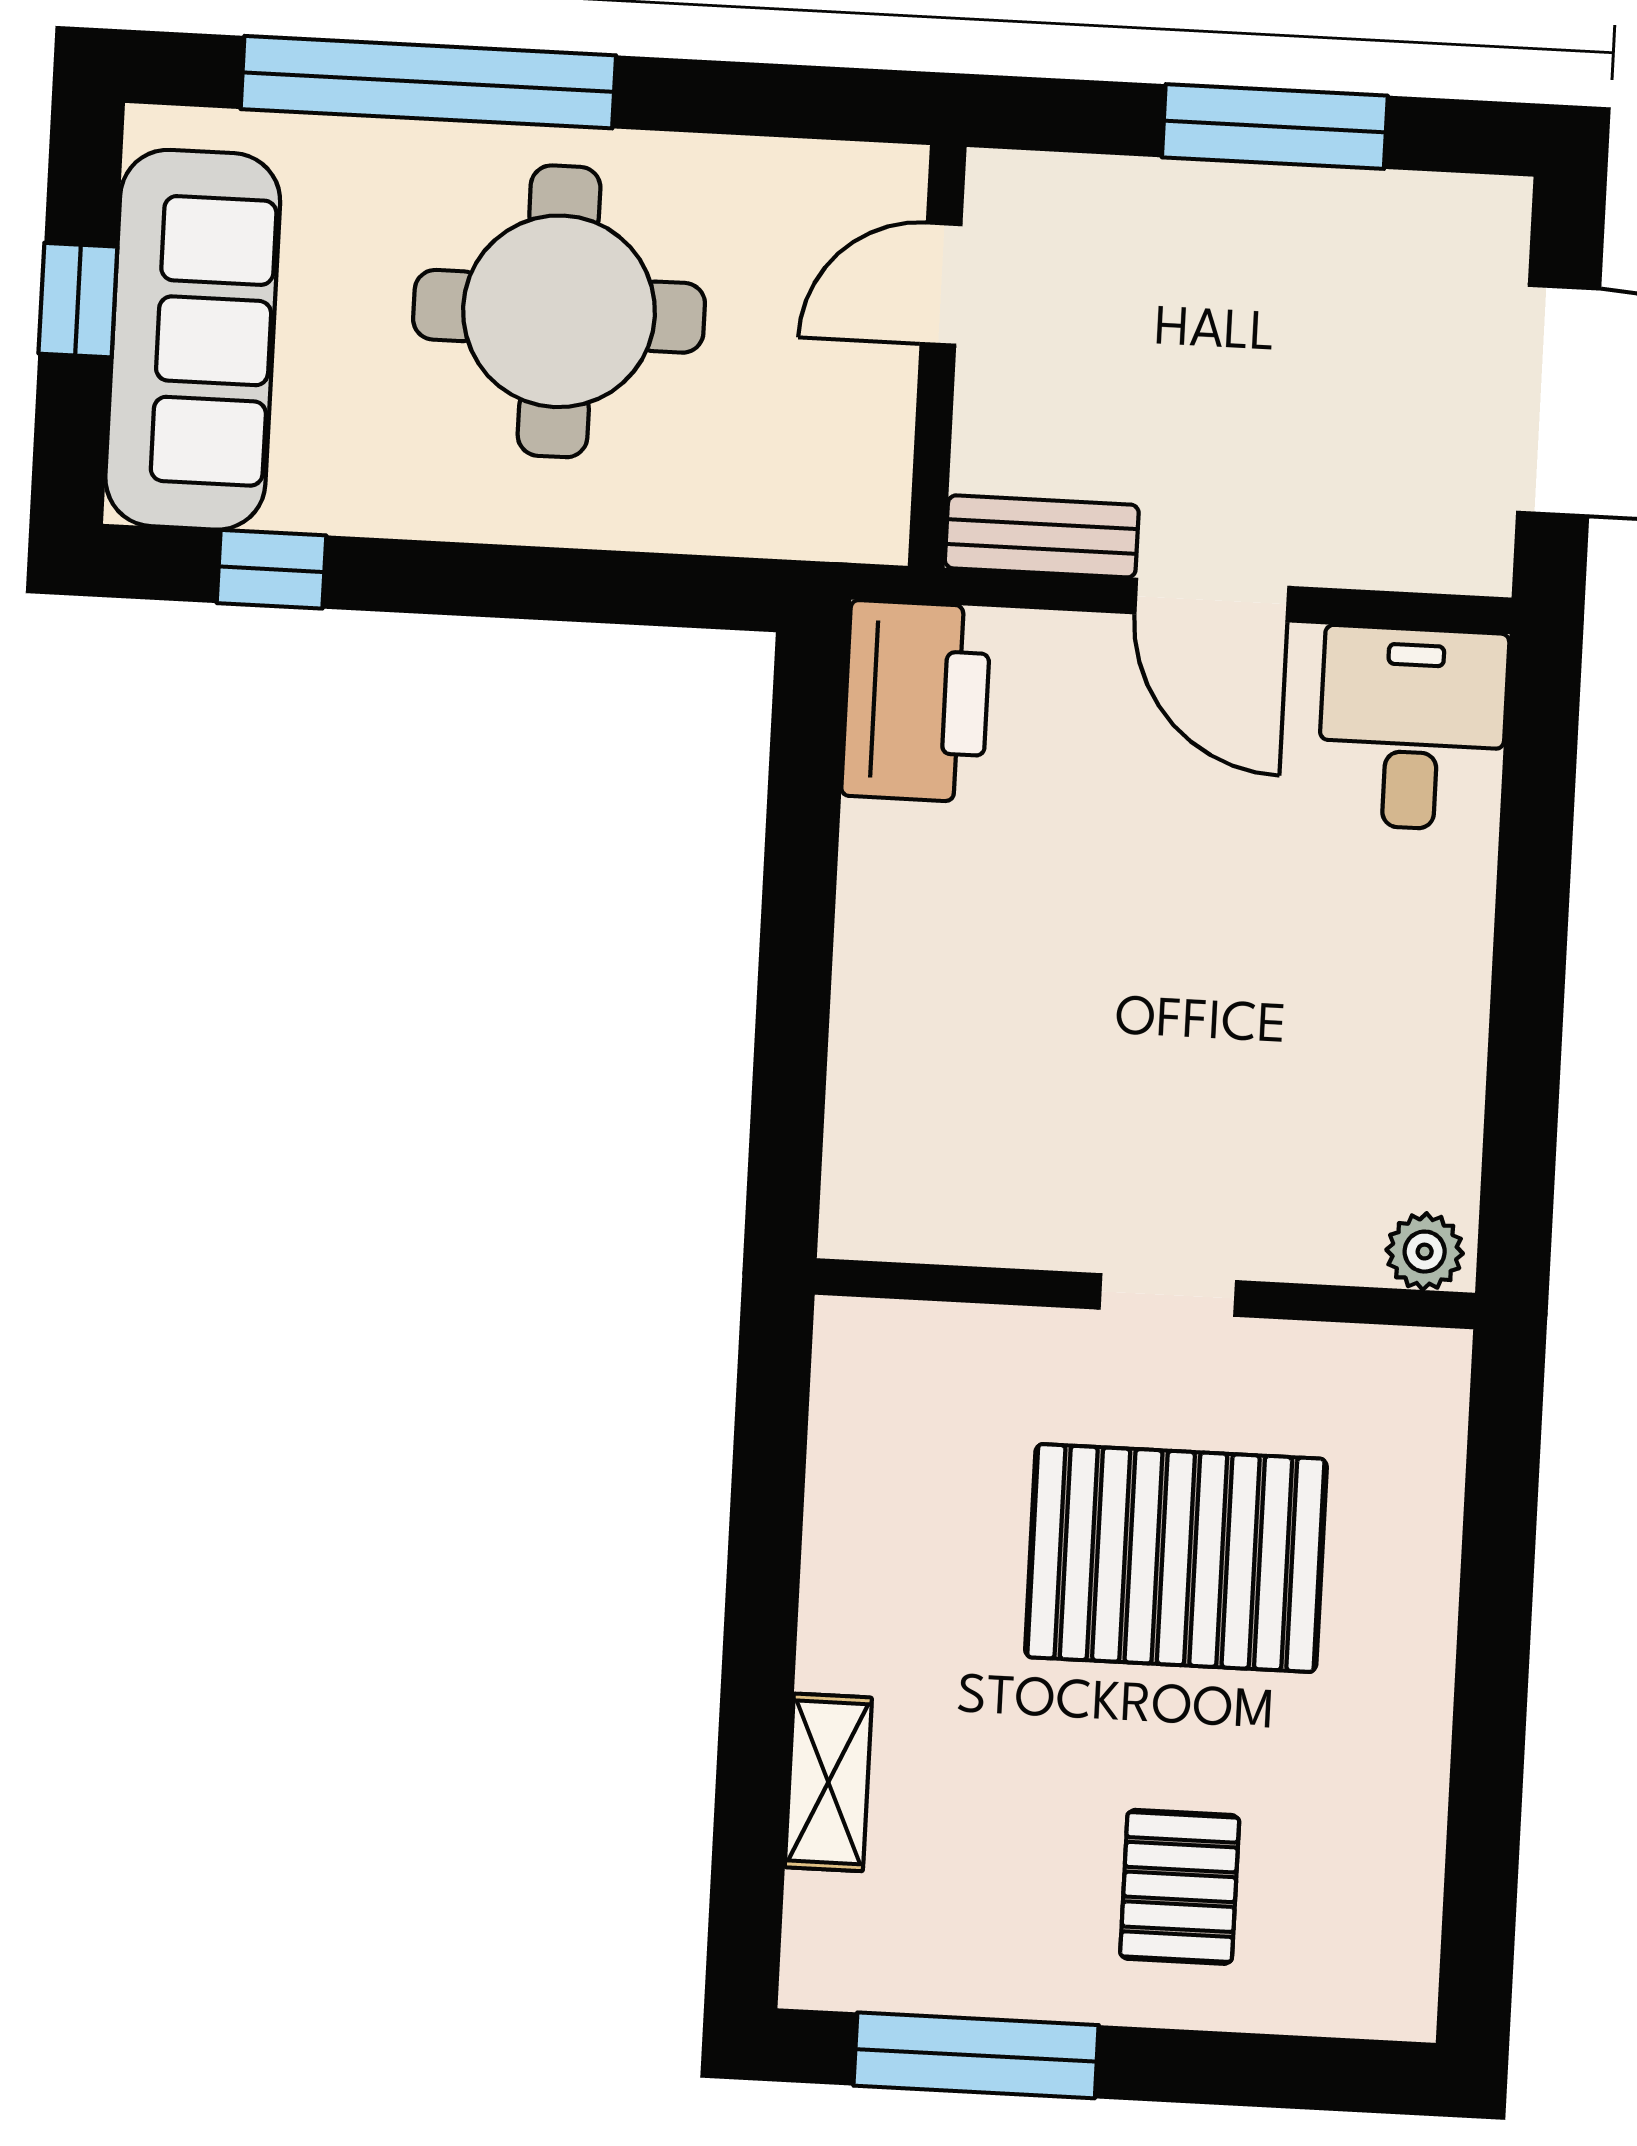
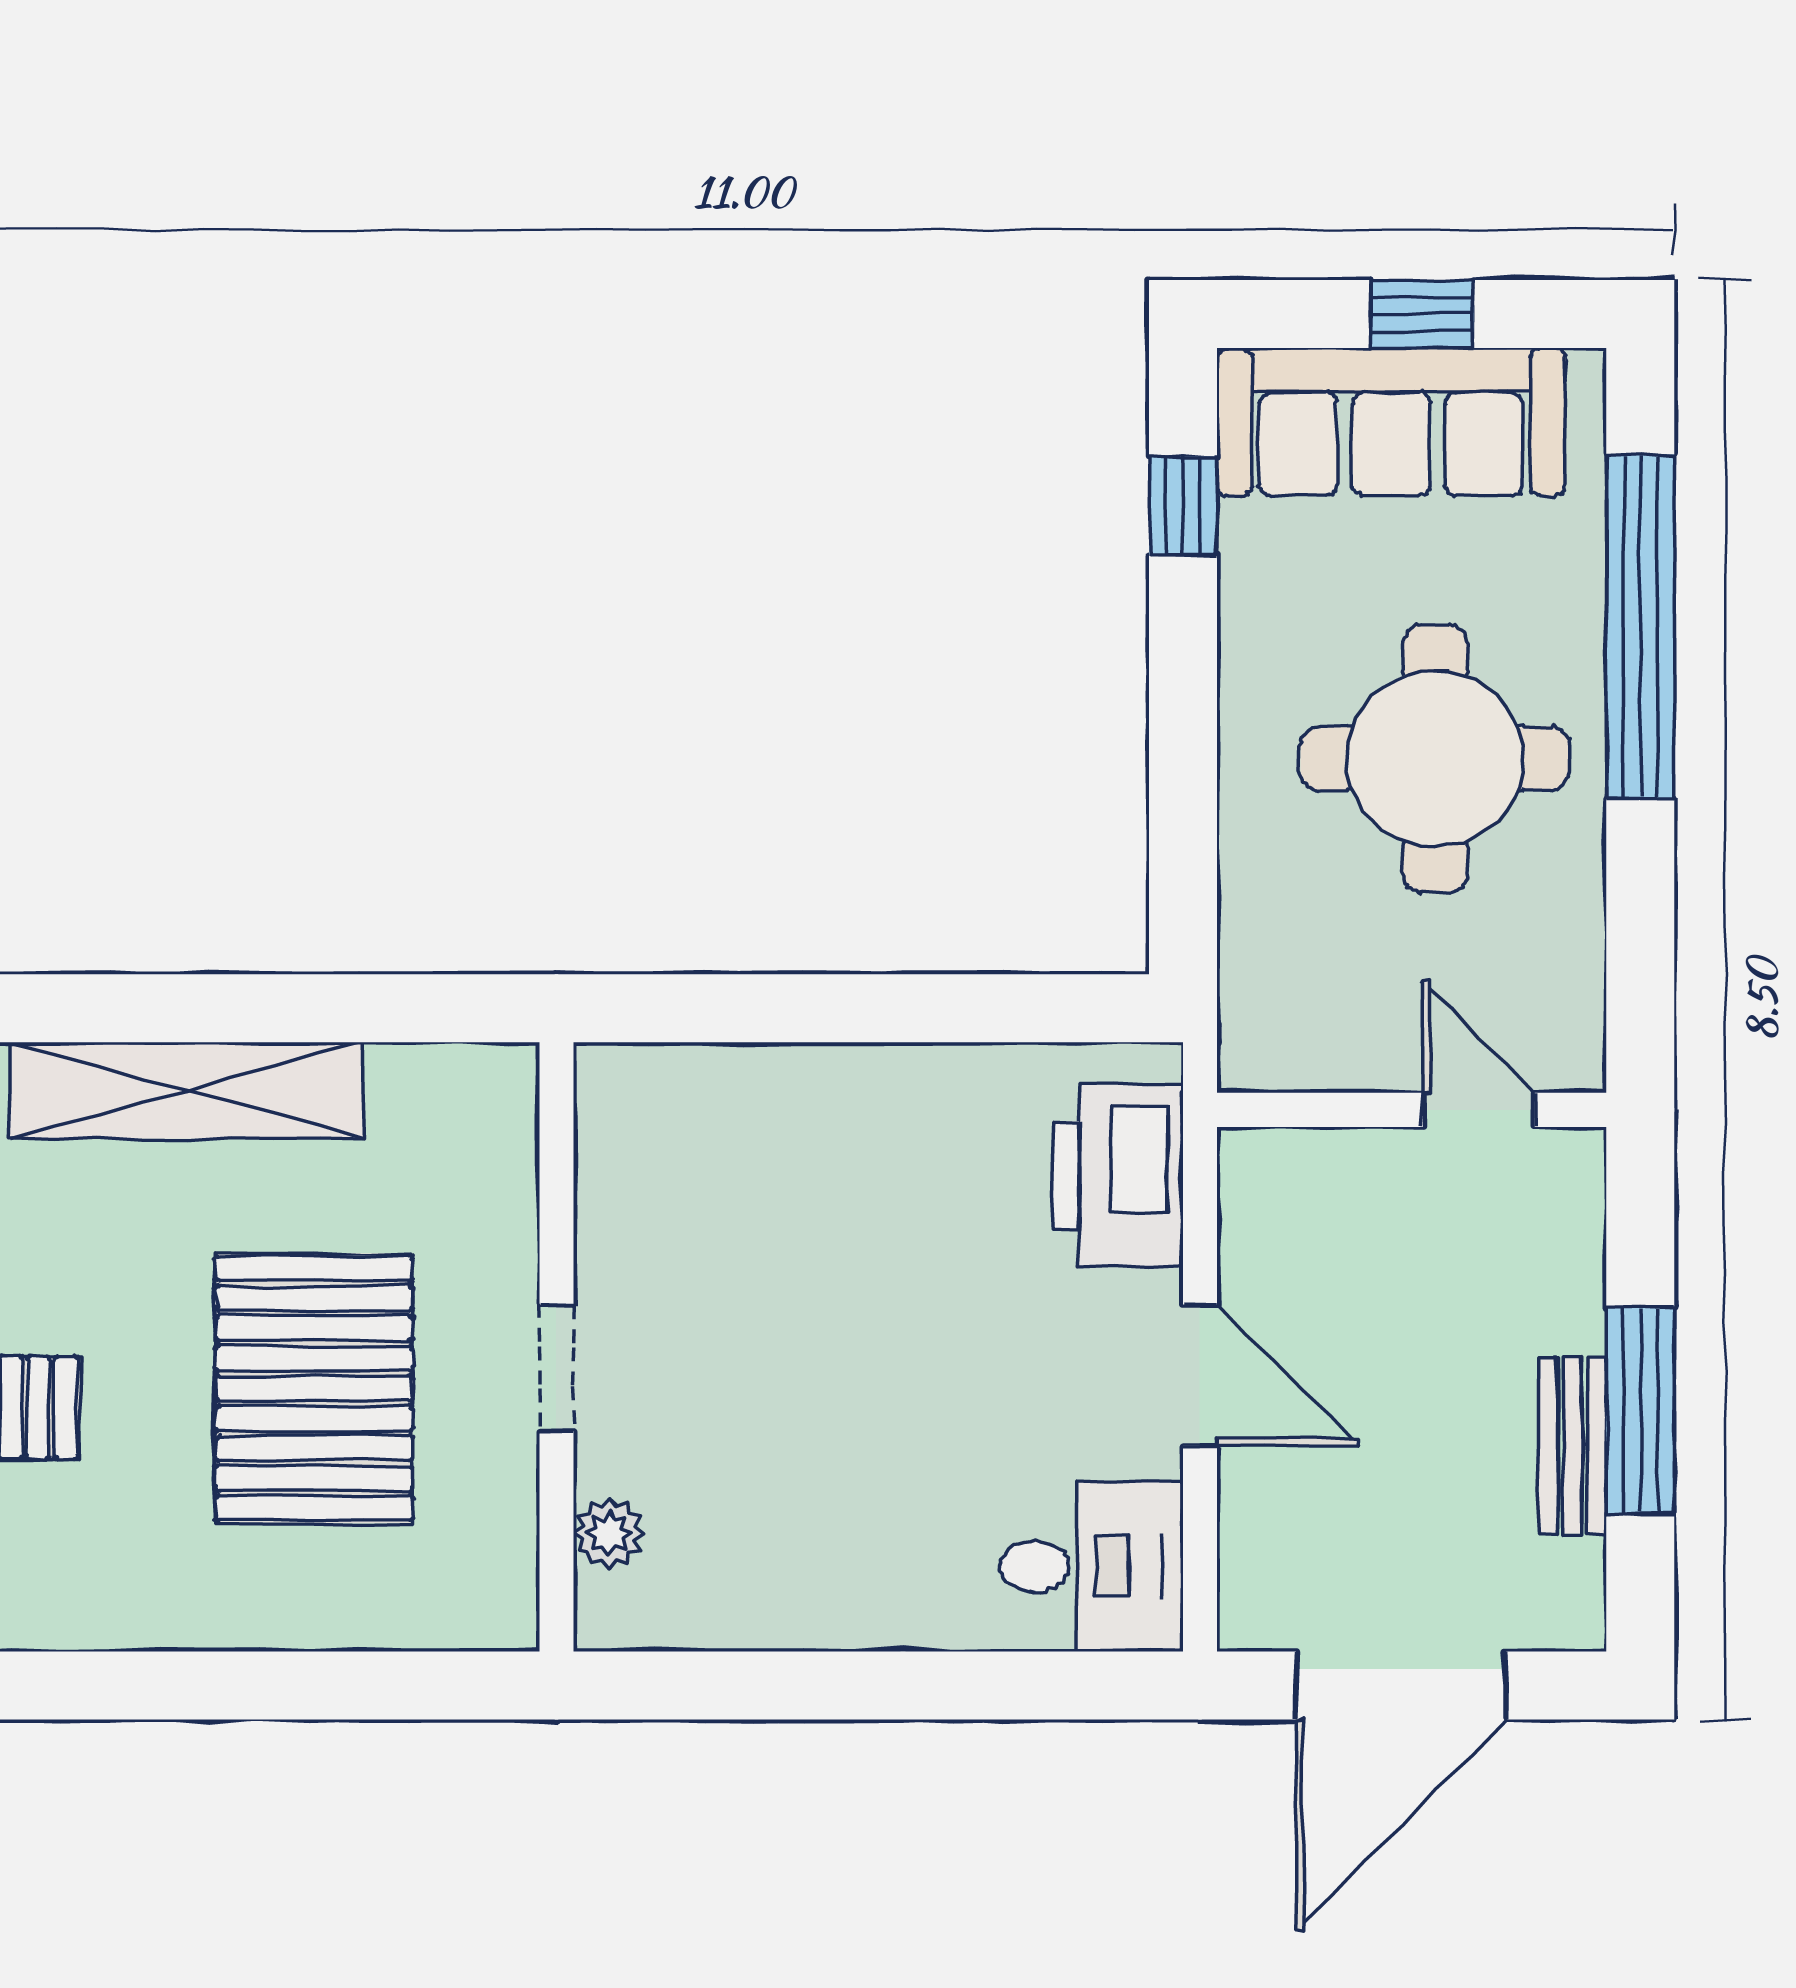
bench: (1042, 536) -> (1573, 1445), moved
door: (1212, 600) -> (1200, 1375), swing flipped
printer: (916, 701) -> (1118, 1176), moved, turned 90
plant: (1425, 1252) -> (609, 1533), moved
shelving: (828, 1782) -> (187, 1090), width x2.20, depth x1.33

